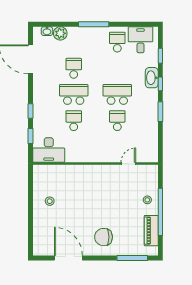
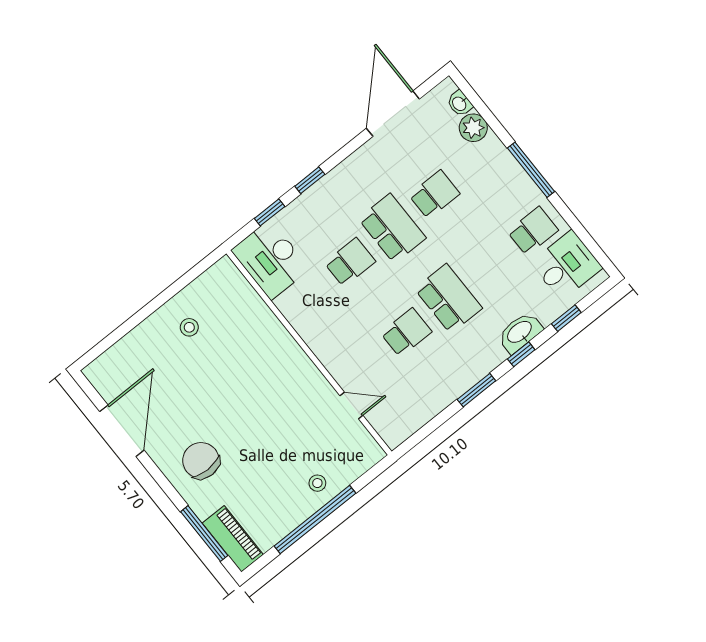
piano: (151, 231) -> (233, 539), moved, turned 90

